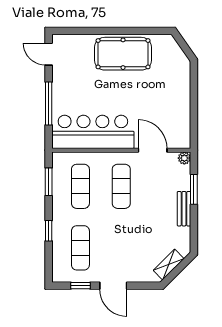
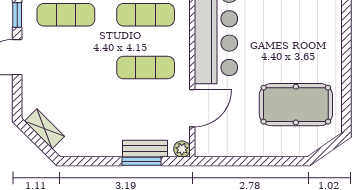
pool table: (123, 54) -> (296, 105), moved, turned 90
bench: (184, 209) -> (145, 149), moved

